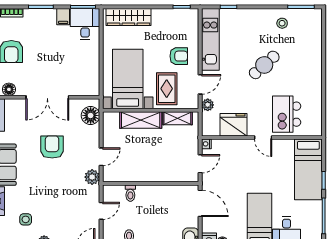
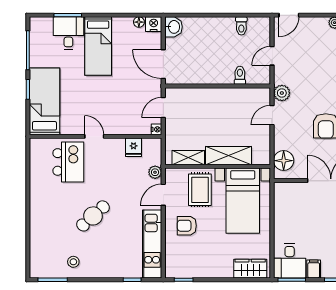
wardrobe: (128, 17) -> (250, 269), width x0.67
fridge: (234, 125) -> (134, 147), width x0.53, depth x0.75

